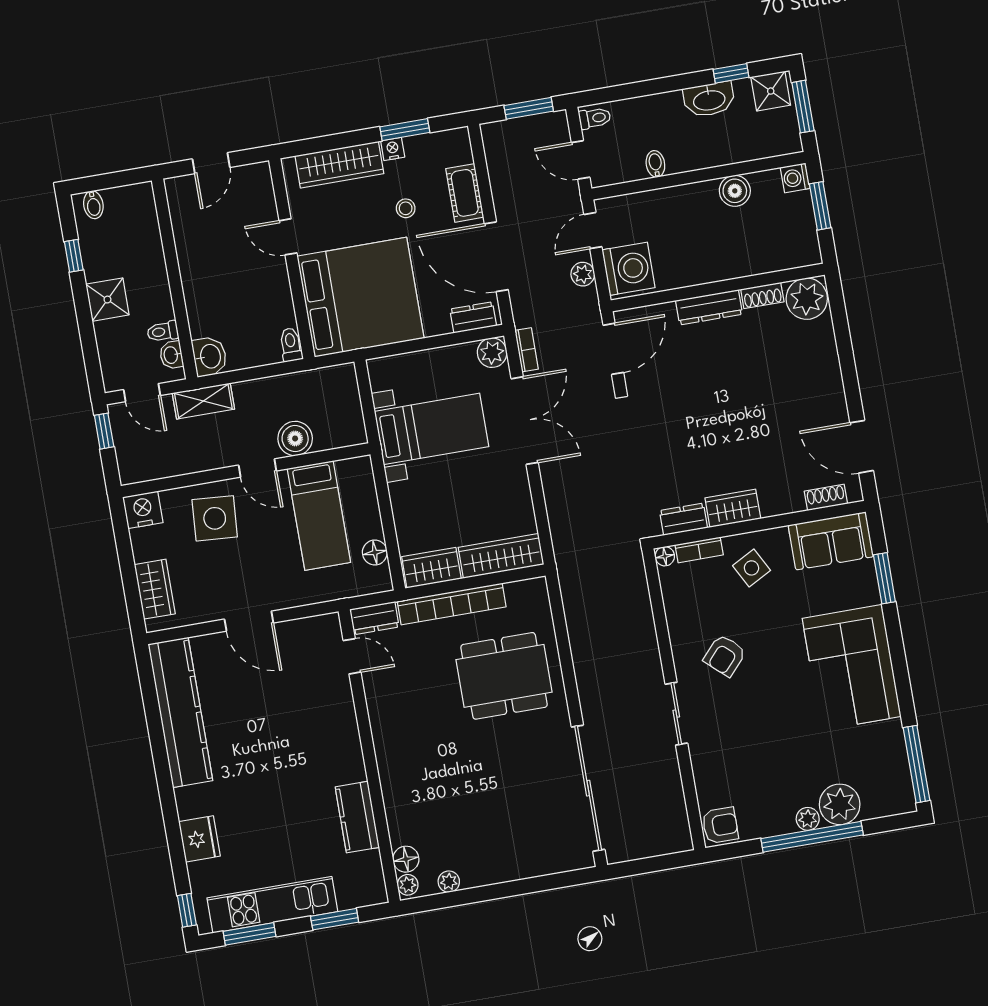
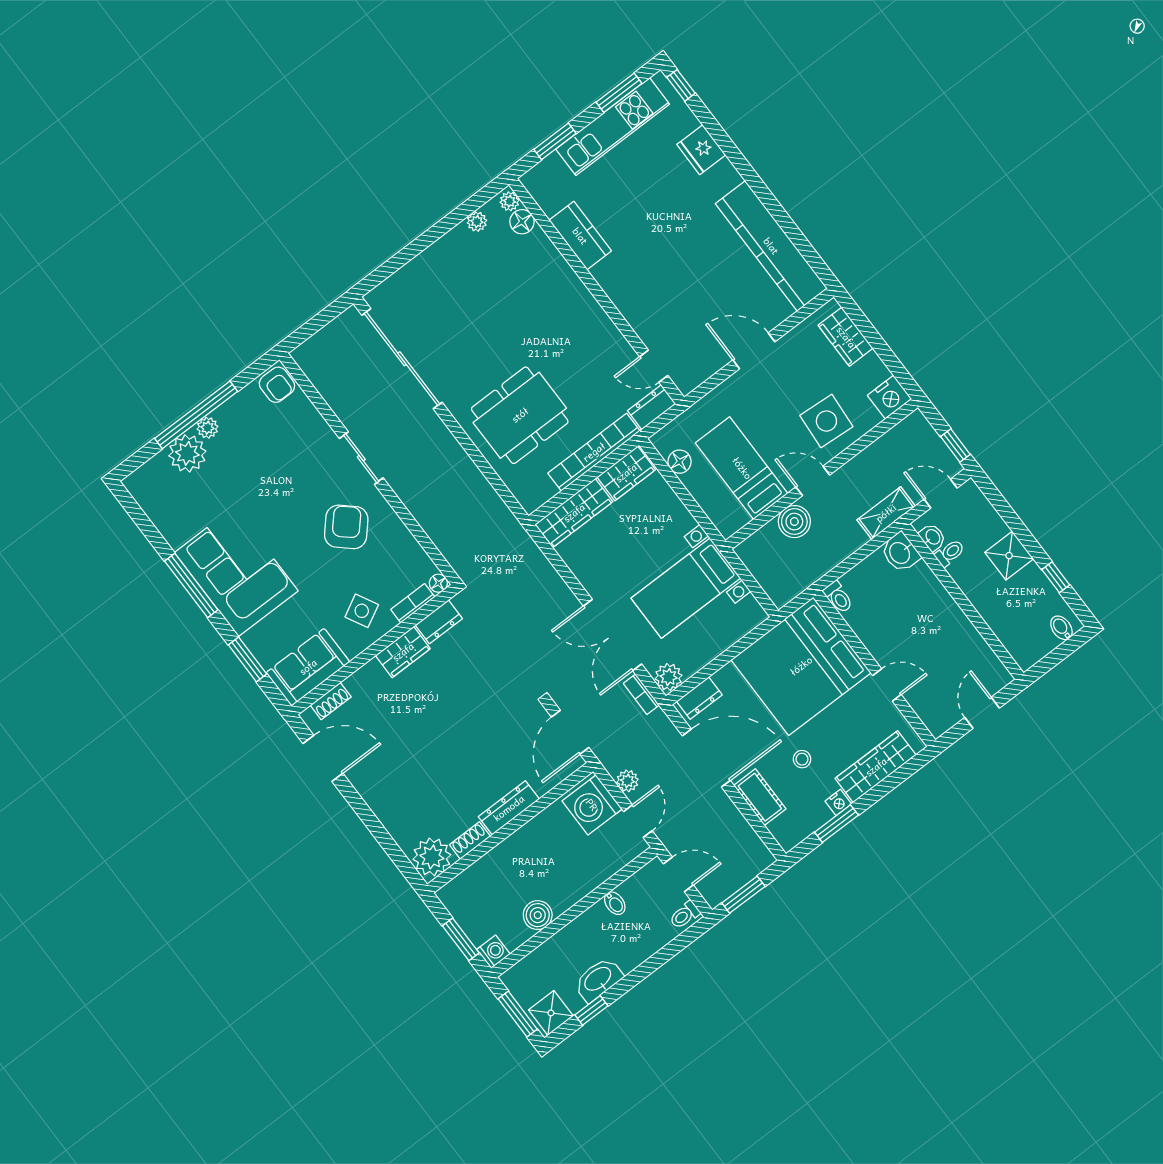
armchair: (725, 656) -> (346, 527), width x1.38, depth x1.38
window: (917, 764) -> (191, 586), moved
armchair: (720, 825) -> (277, 385), turned -90

